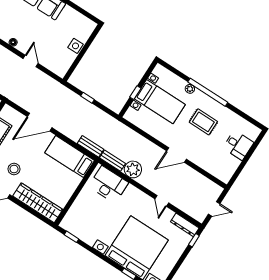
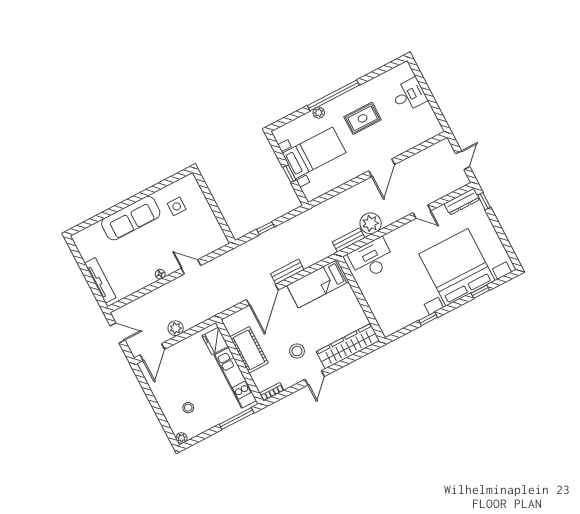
side table: (75, 46) -> (177, 206), moved
bench: (90, 146) -> (287, 272), moved
window: (72, 237) -> (428, 319), moved

